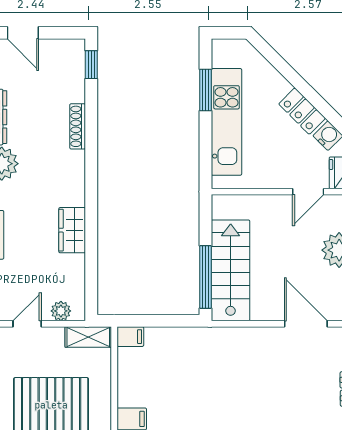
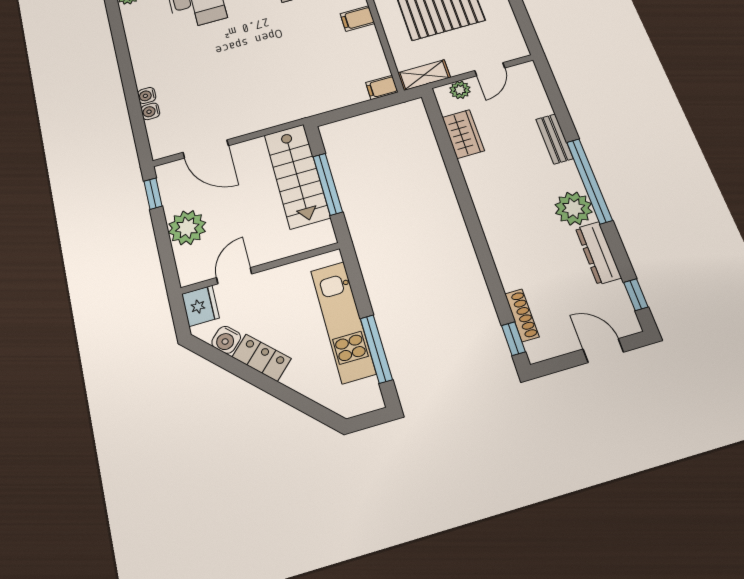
window: (206, 90) -> (376, 349), width x1.44
shoe rack: (78, 126) -> (522, 315), moved
wardrobe: (72, 230) -> (463, 134), moved
window: (206, 277) -> (328, 184), moved

